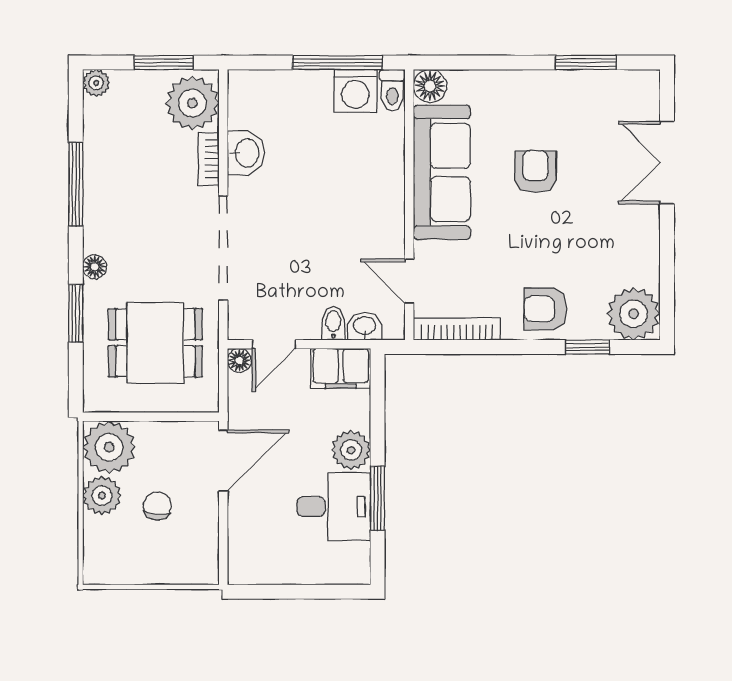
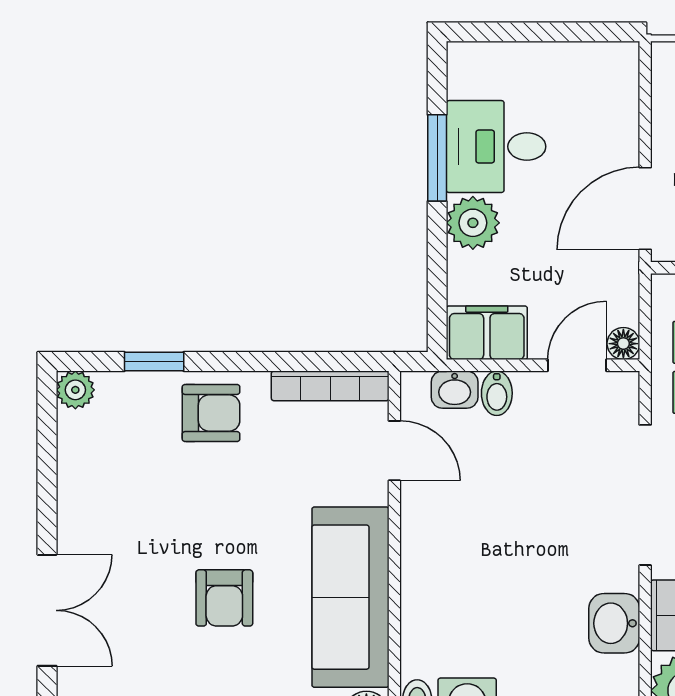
plant: (634, 314) -> (75, 390), width x0.53, depth x0.53

